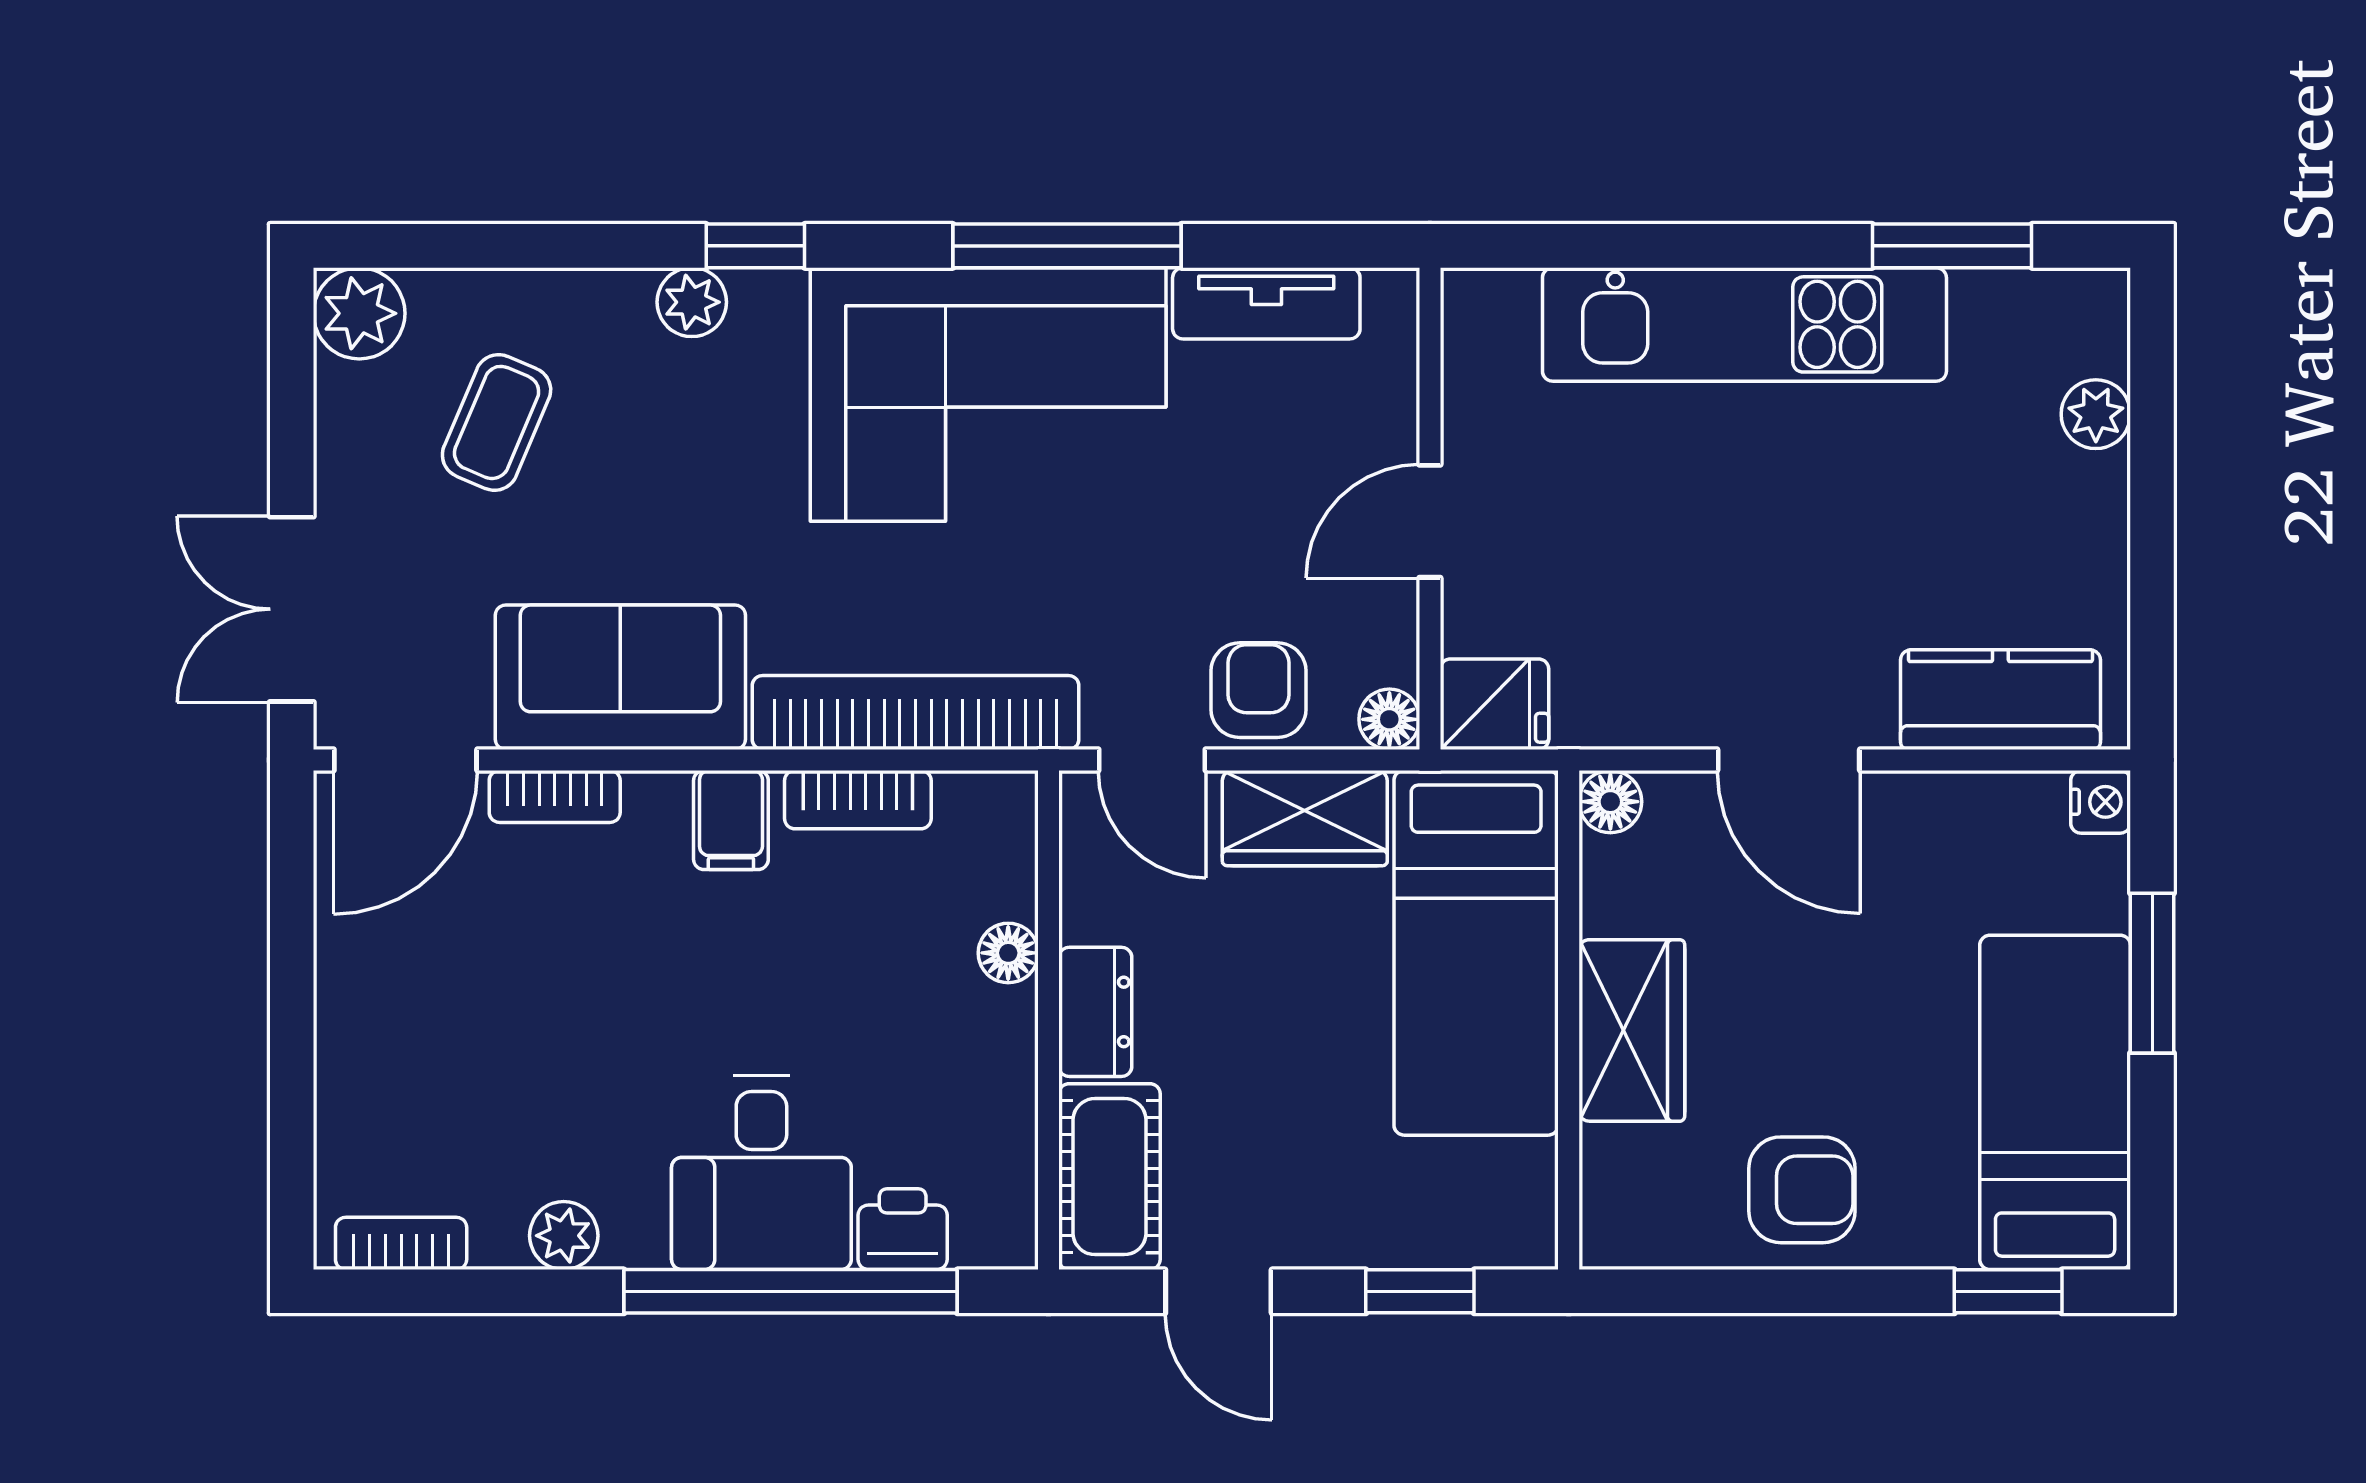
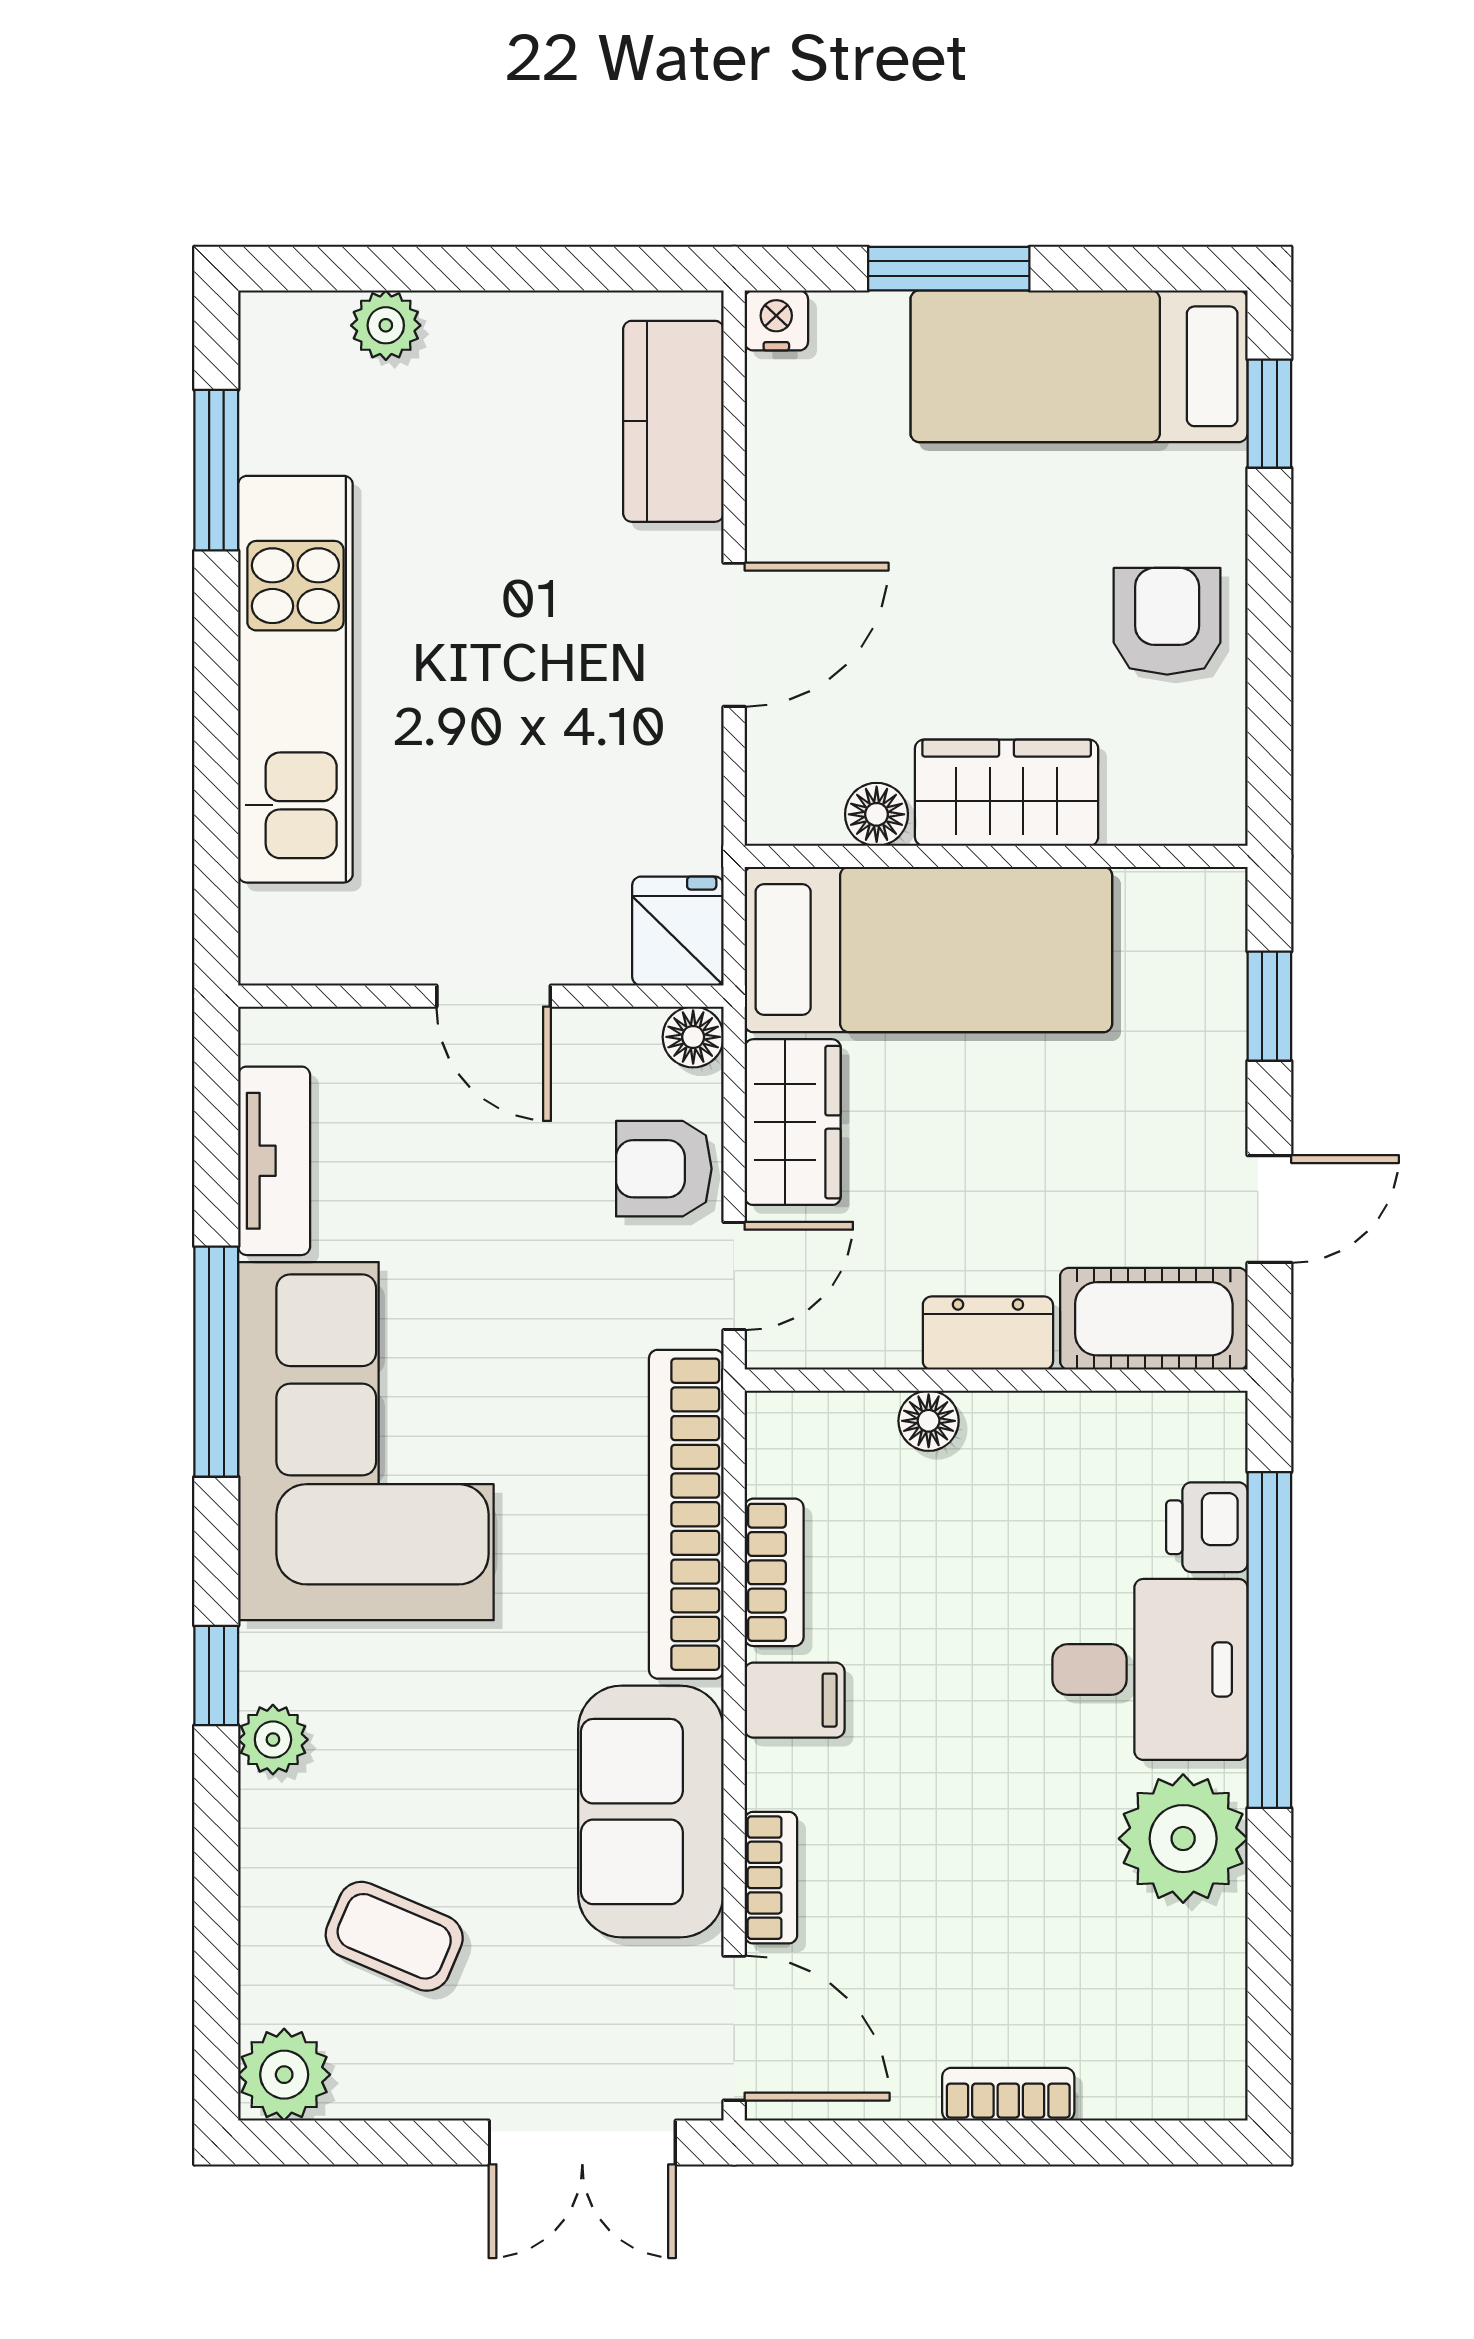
floor lamp: (1610, 802) -> (877, 814), moved
plant: (564, 1236) -> (1183, 1839), width x1.88, depth x1.88
bookcase: (401, 1243) -> (1008, 2094), moved, turned 90

